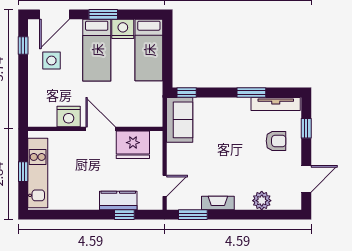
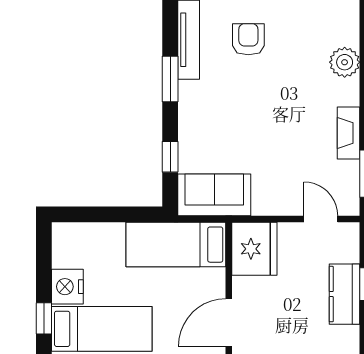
window: (103, 14) -> (44, 318), width x0.67
bed: (149, 50) -> (176, 245), moved, turned 180
window: (187, 93) -> (170, 157), moved
fridge: (133, 145) -> (254, 249), moved

